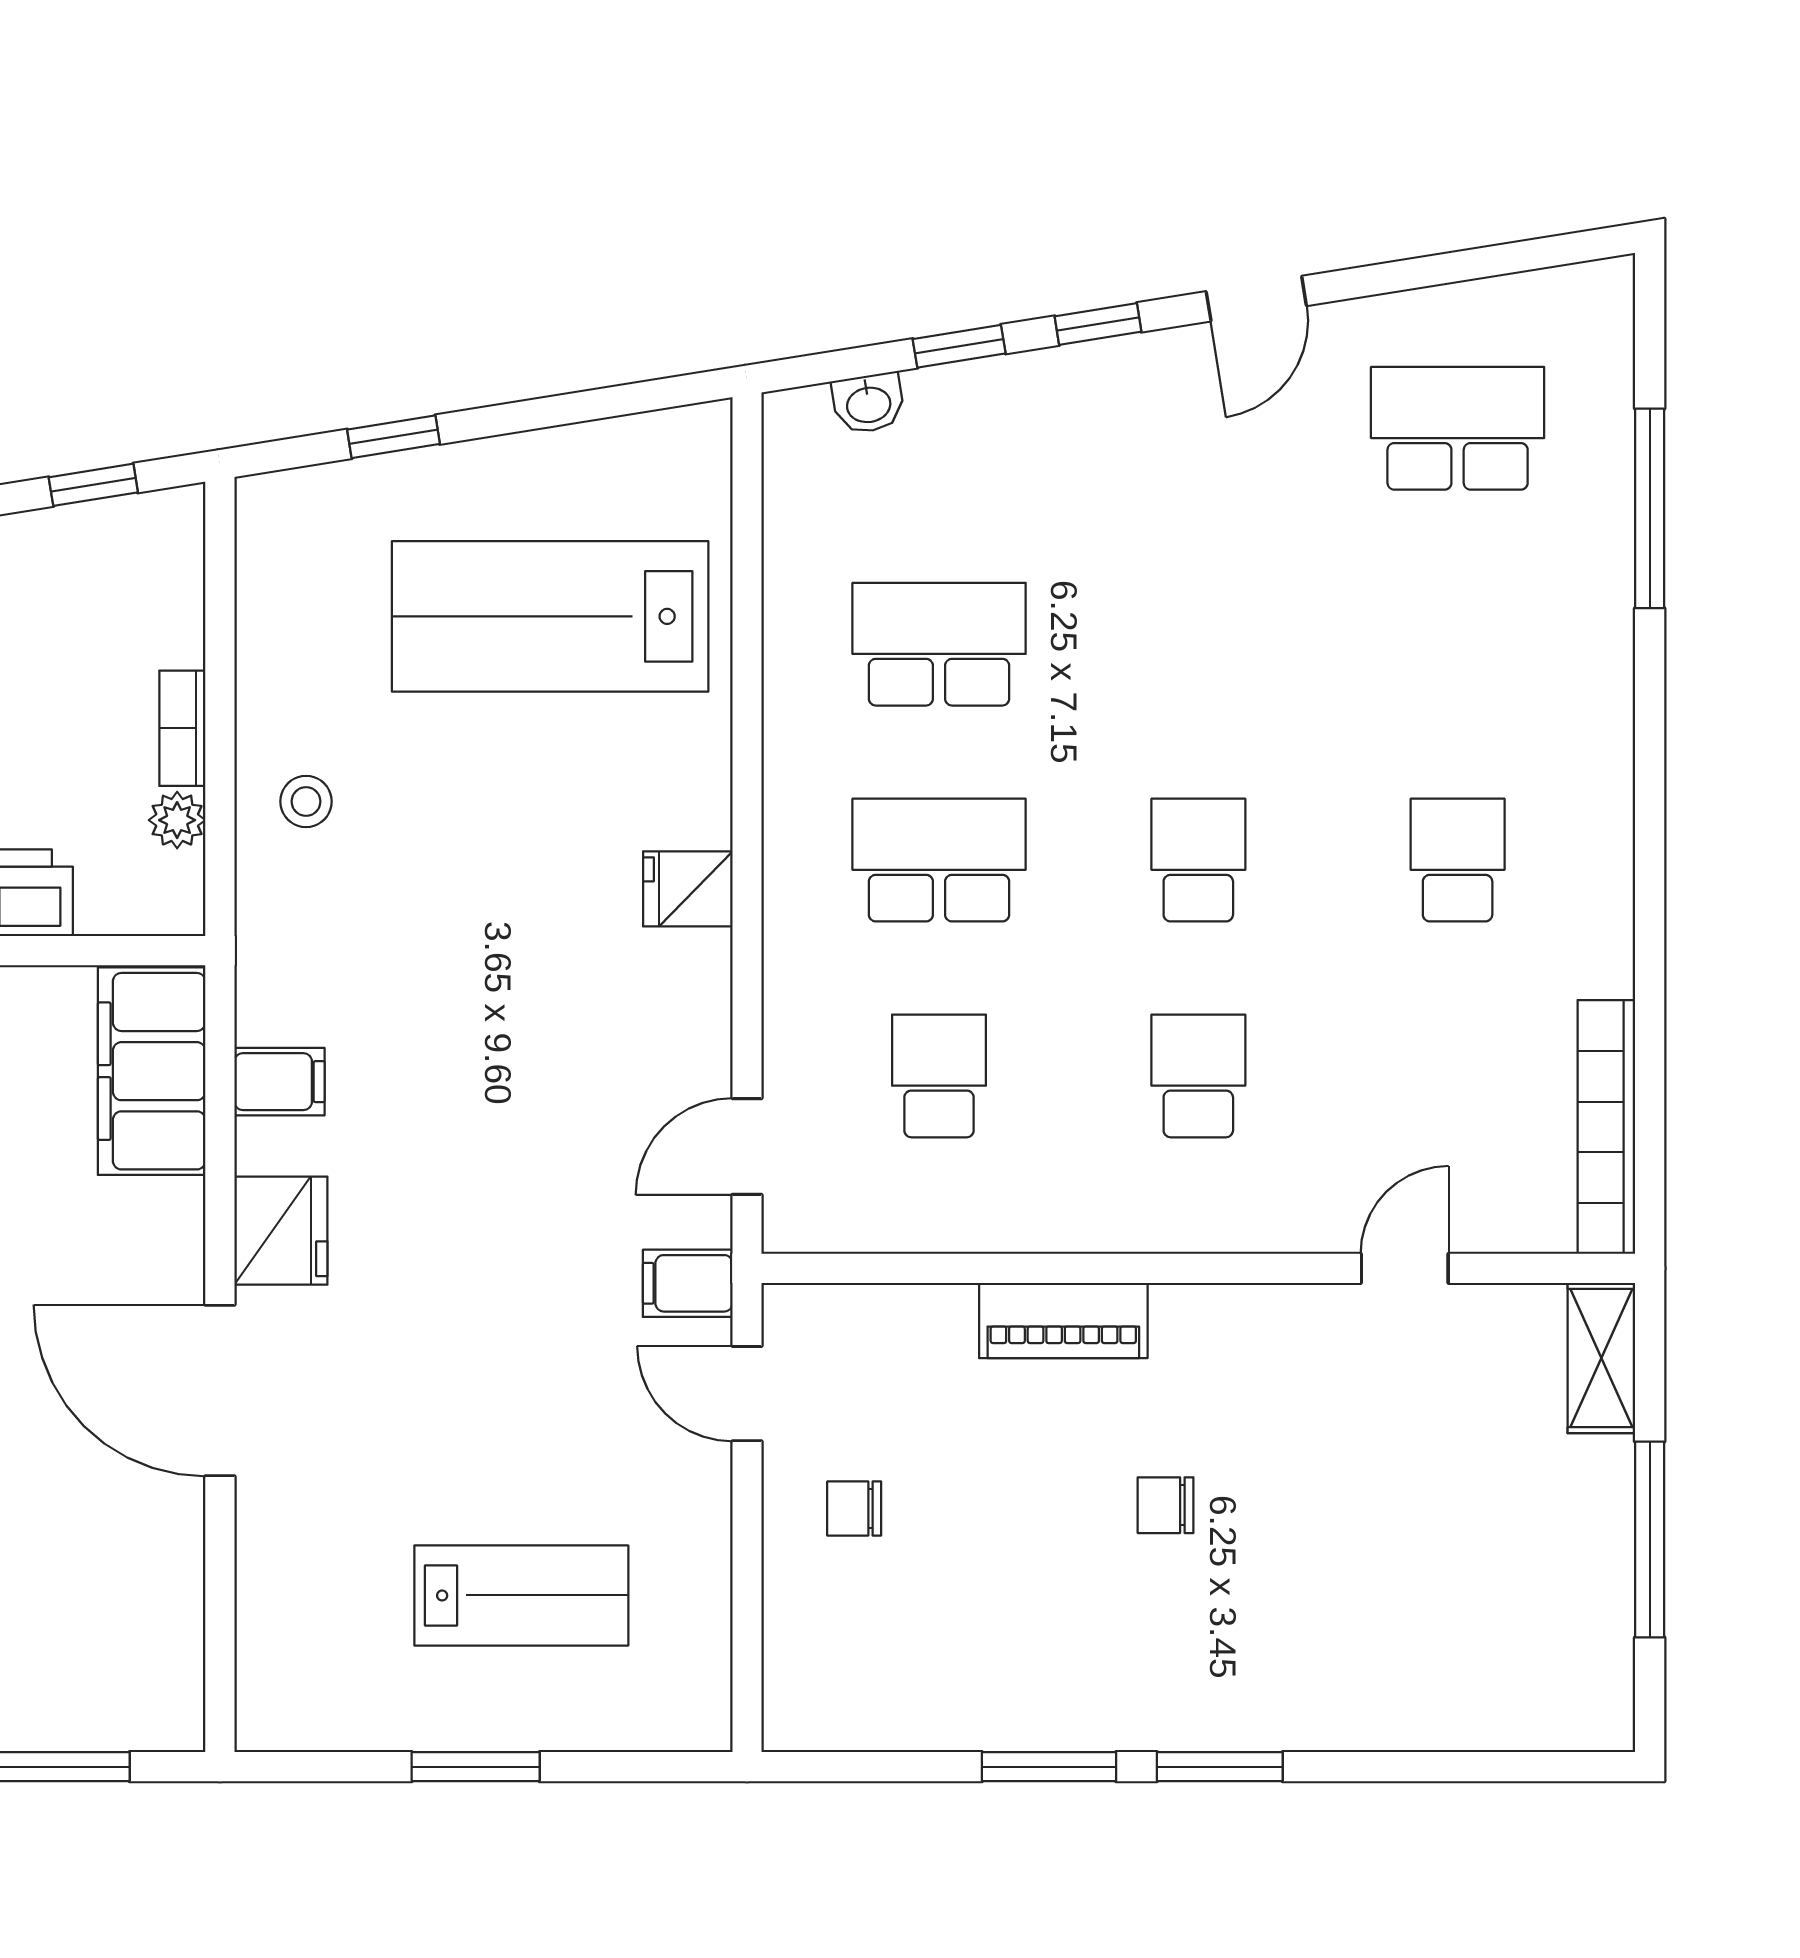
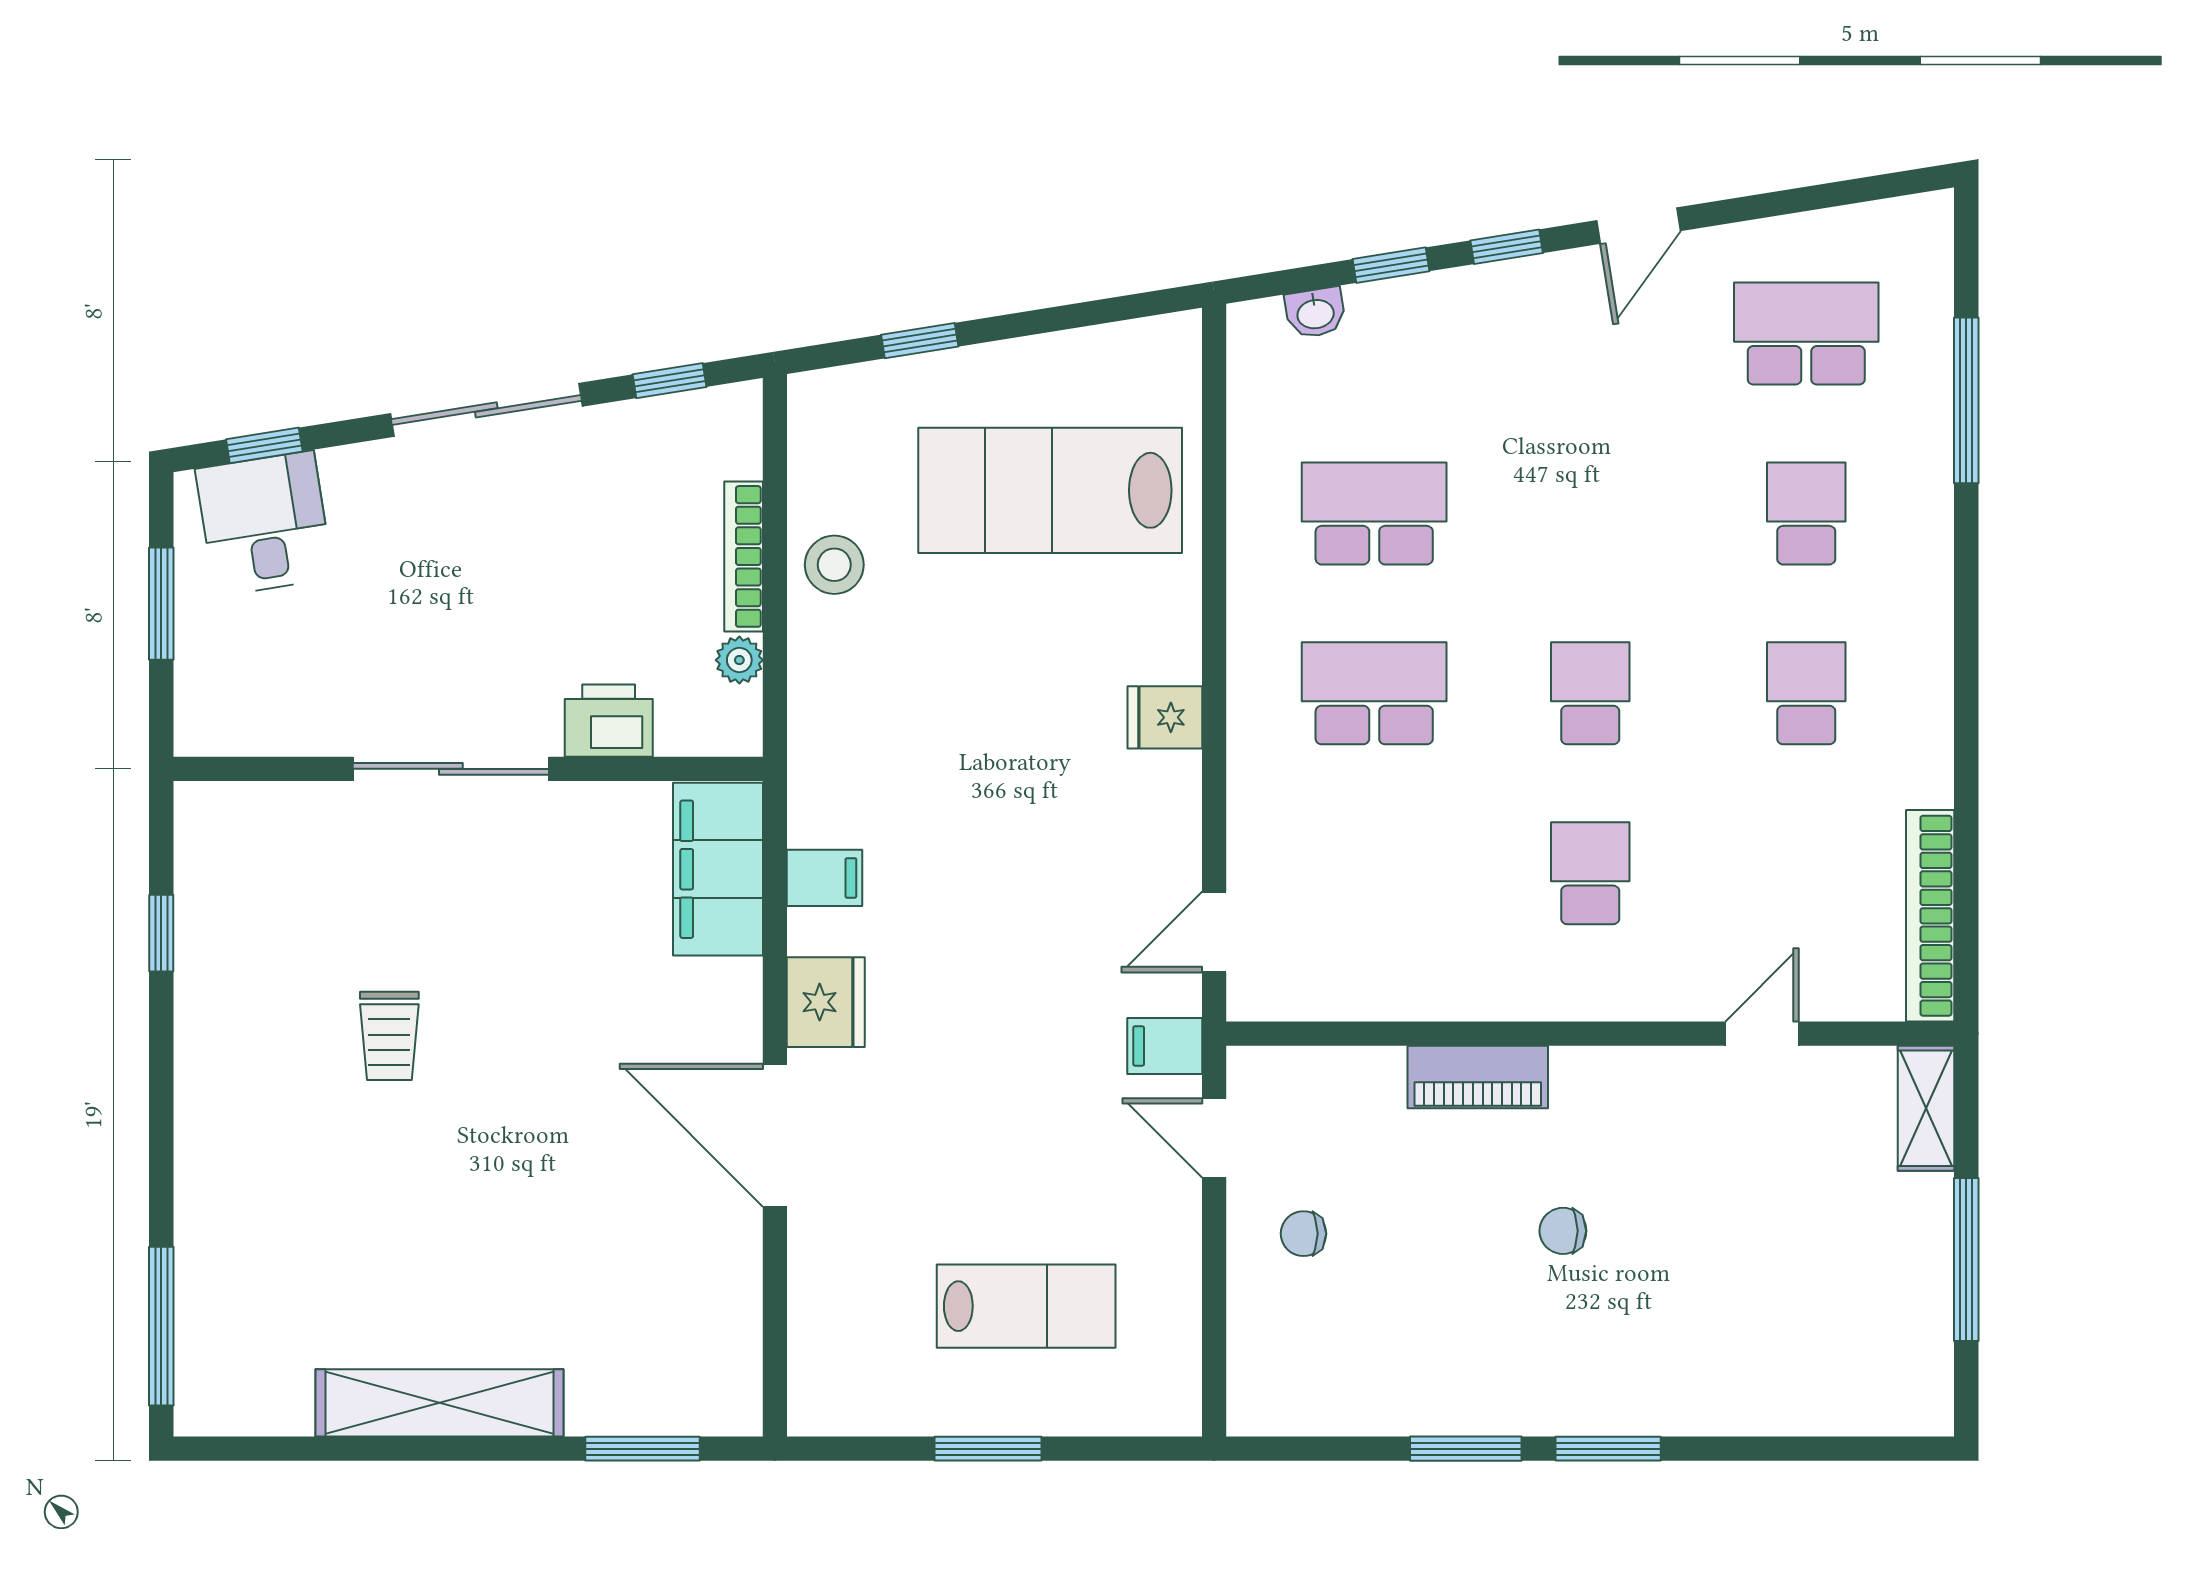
bookcase: (182, 728) -> (744, 556), width x1.56
stool: (306, 801) -> (834, 565), moved, width x1.37, depth x1.37
school desk: (939, 1076) -> (1806, 513), moved

